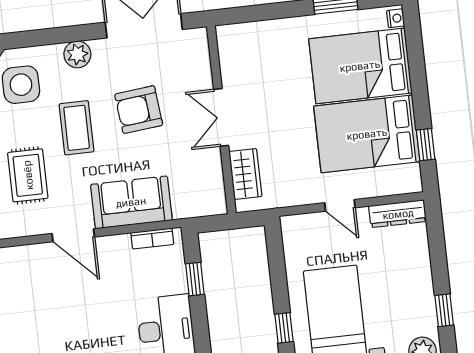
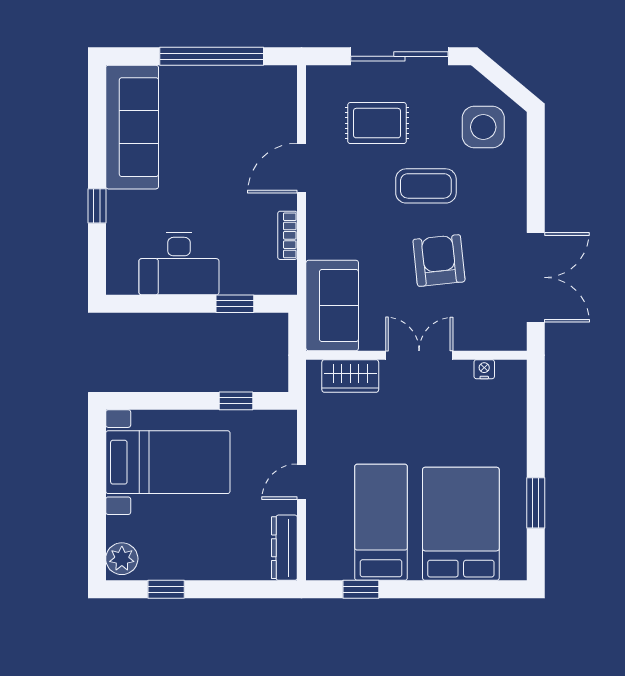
nightstand: (396, 18) -> (484, 369), moved, turned 180
plant: (77, 54) -> (511, 197), removed
bed: (367, 134) -> (381, 522), width x0.67
sofa: (131, 202) -> (332, 305), moved
bookcase: (152, 239) -> (287, 235), moved
window: (284, 328) -> (236, 401), moved

